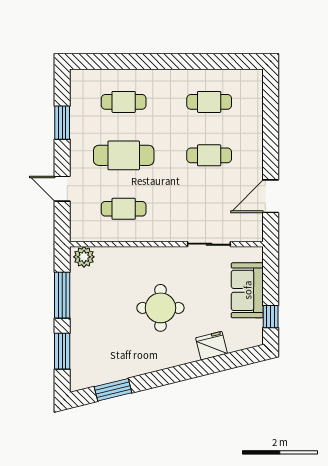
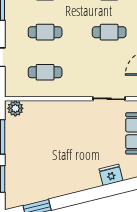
cafe table: (124, 155) -> (45, 32), width x0.73, depth x0.74
round table: (160, 308) -> (73, 147), removed

